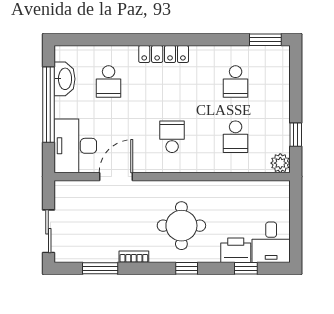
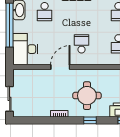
door: (116, 177) -> (60, 67), moved
window: (100, 268) -> (40, 120), removed

